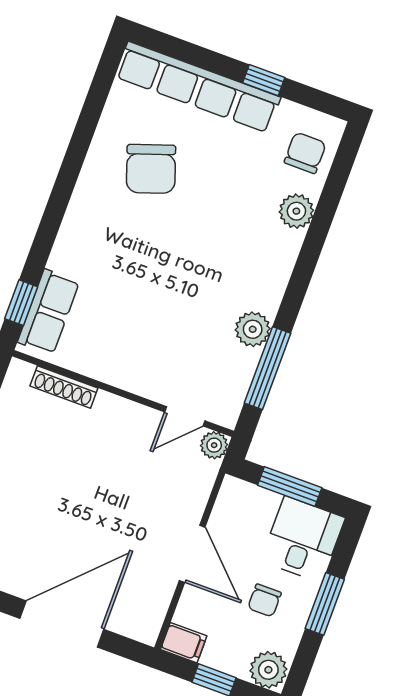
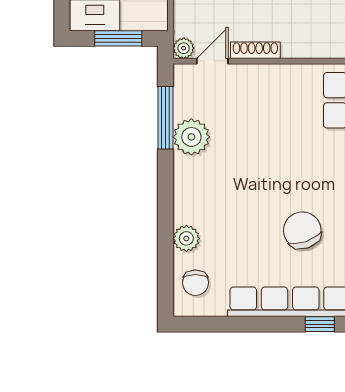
window: (264, 80) -> (320, 324), moved
plant: (253, 329) -> (191, 137), width x1.36, depth x1.36
shoe rack: (64, 387) -> (255, 50), moved

